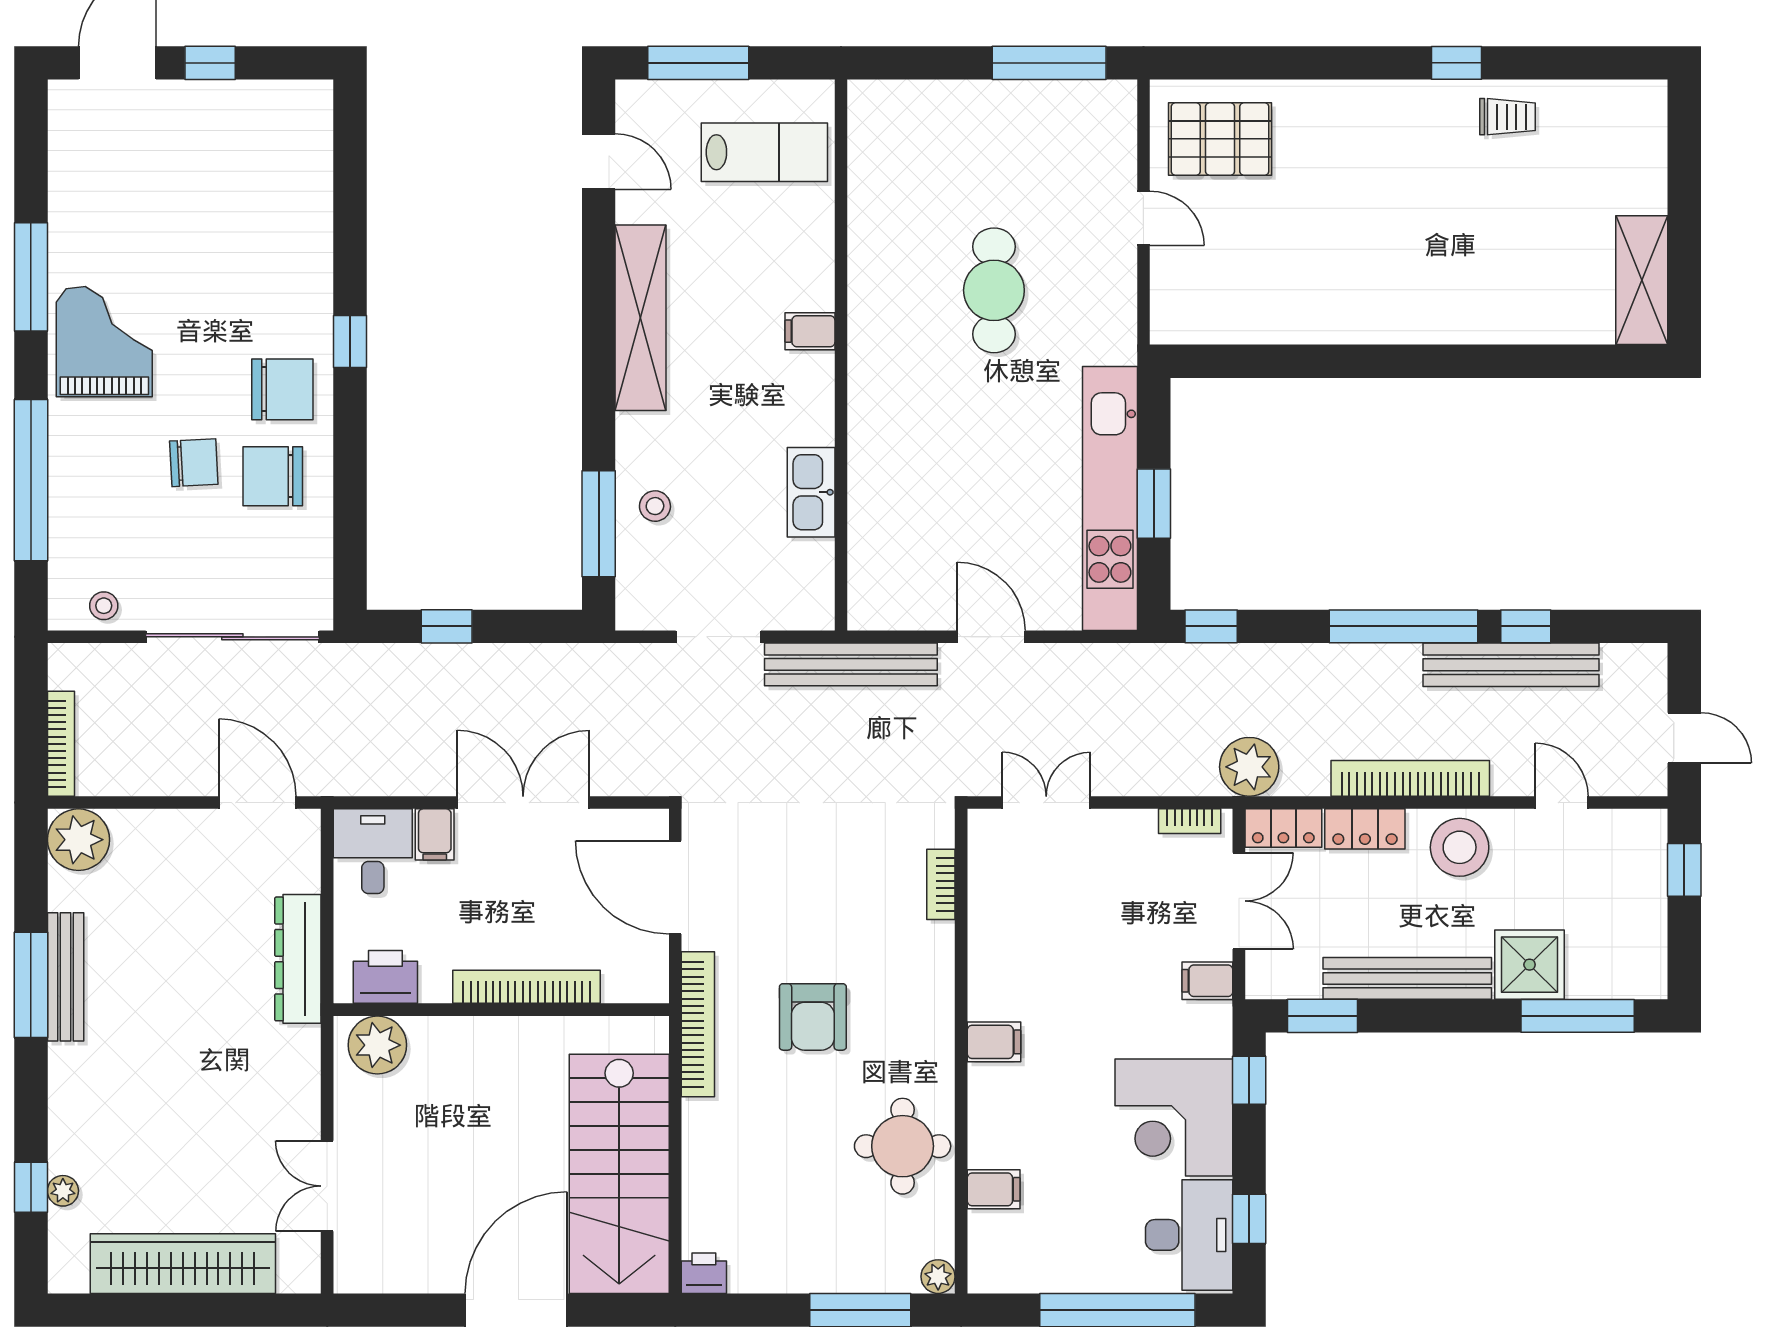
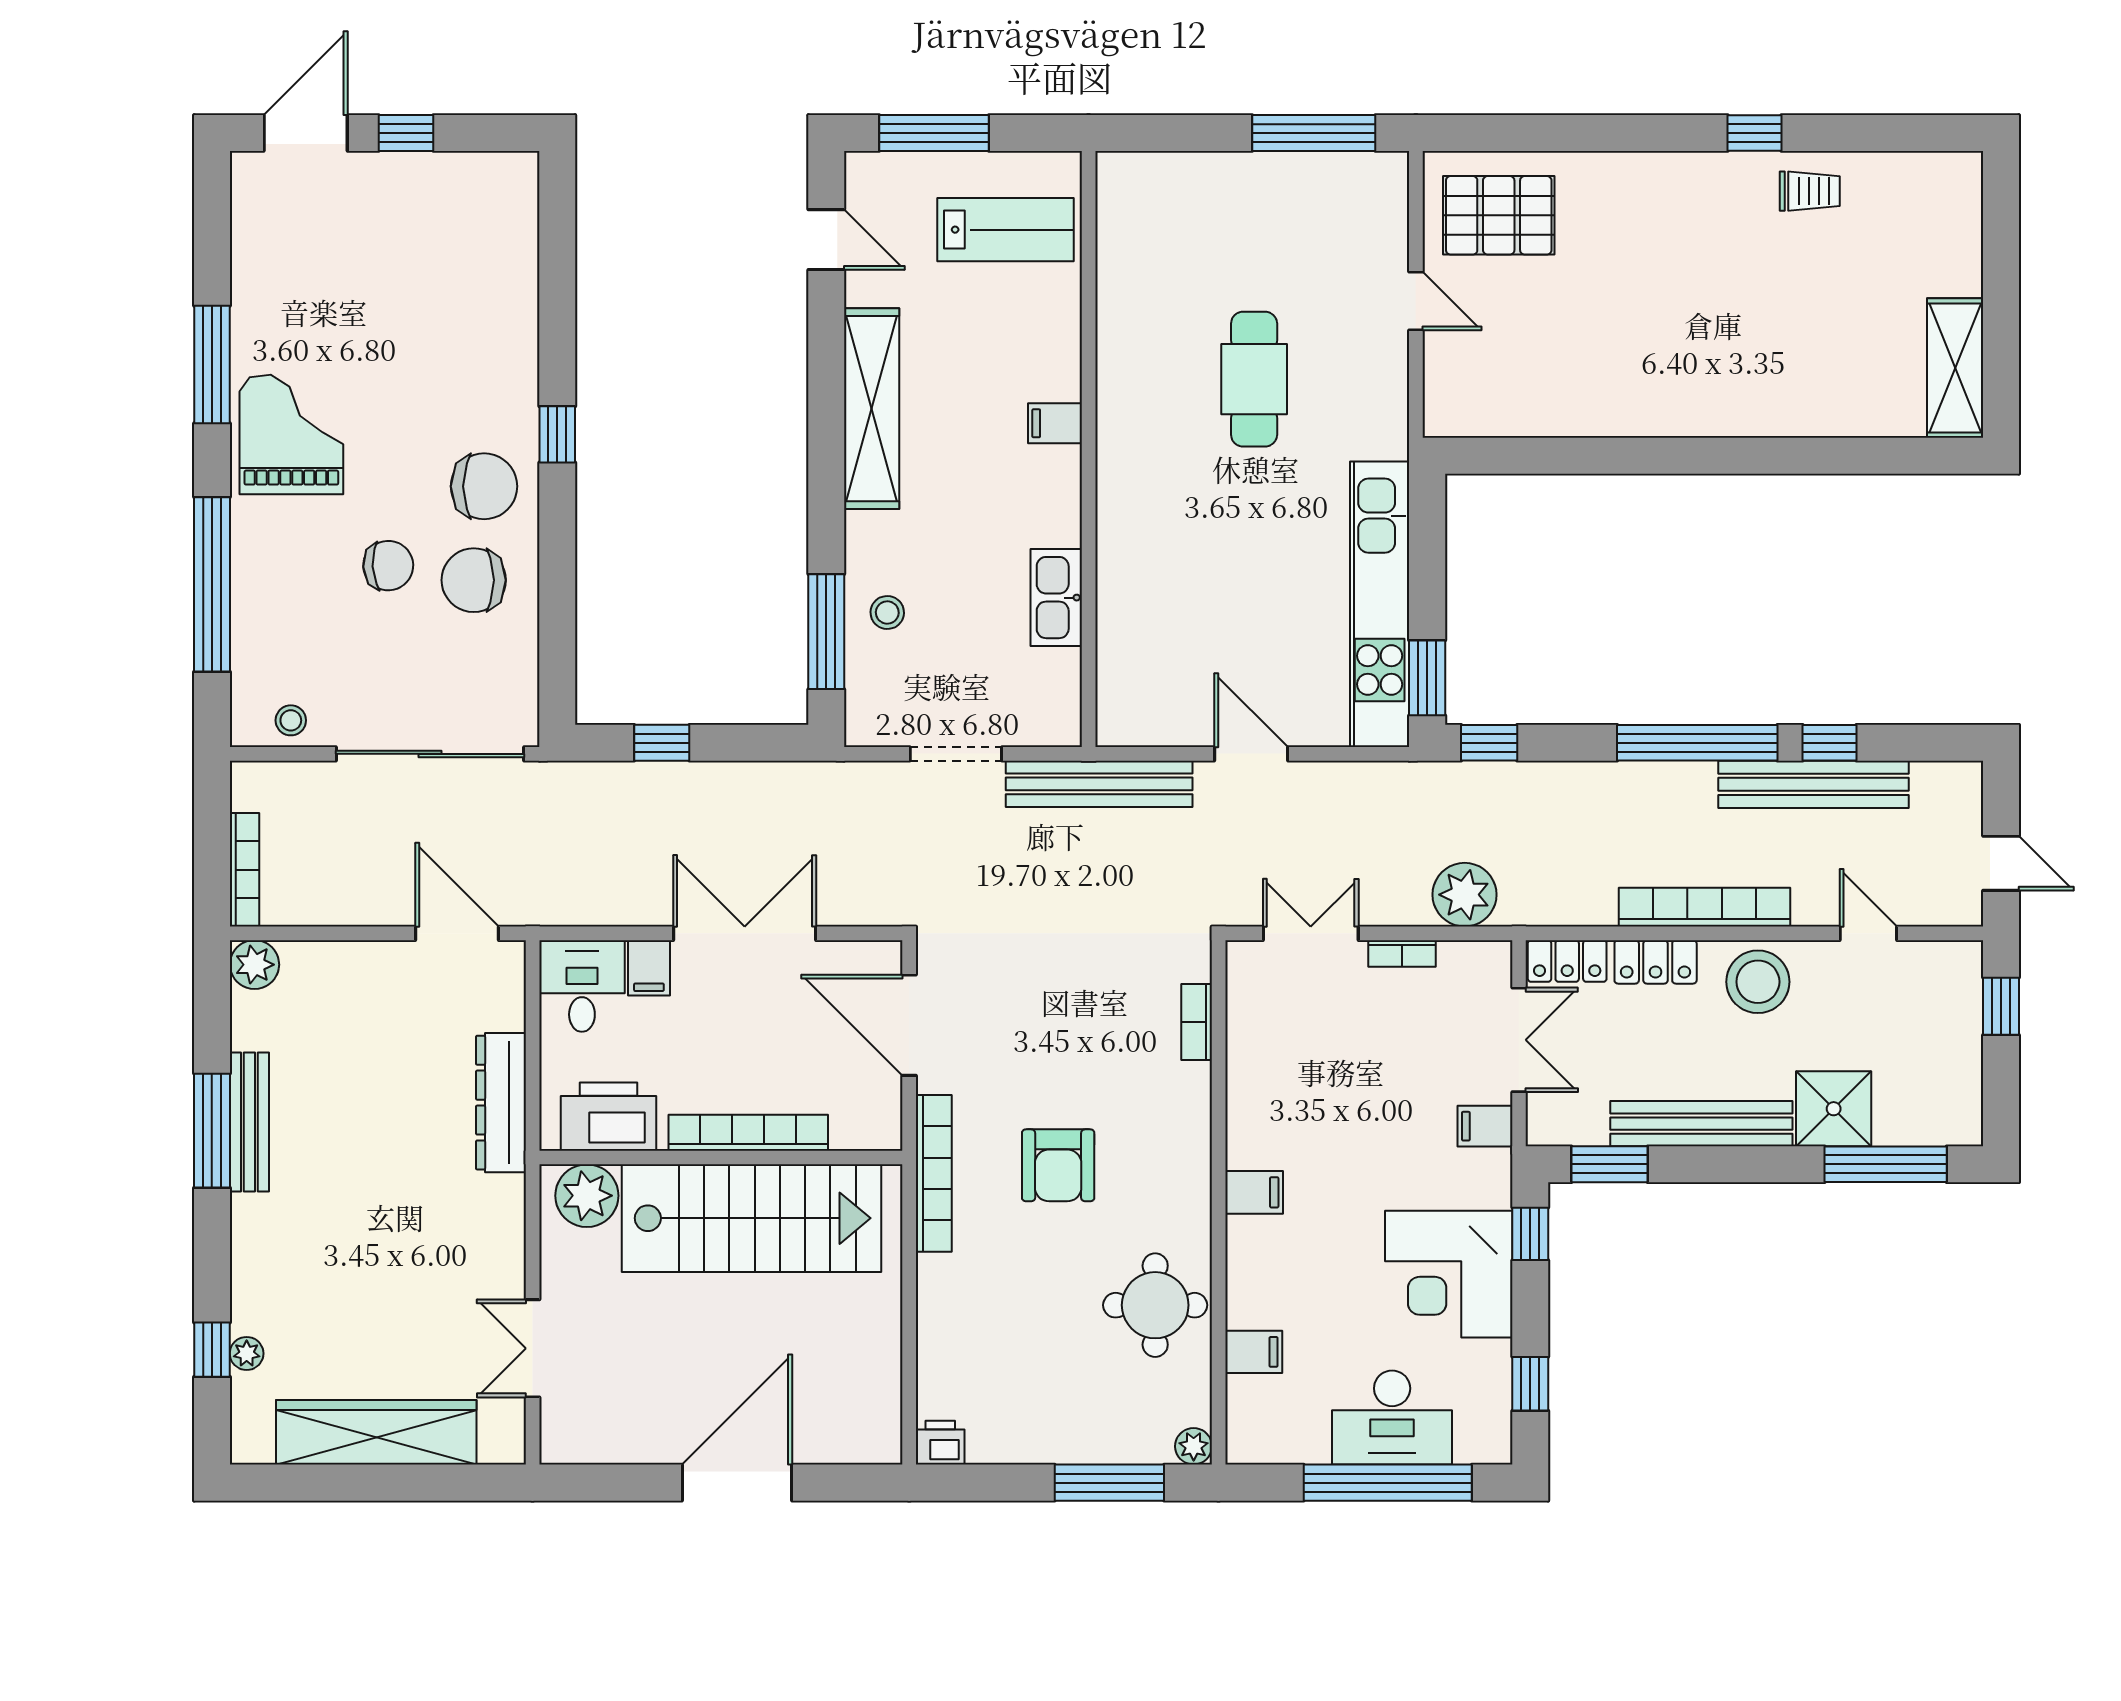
window: (1154, 504) -> (1427, 678), moved
plant: (1249, 767) -> (1465, 895), moved
bookcase: (1190, 821) -> (1402, 953), moved
plant: (78, 840) -> (254, 965), width x0.73, depth x0.73
printer: (385, 977) -> (609, 1117), width x1.37, depth x1.19
stairs: (619, 1174) -> (751, 1218), moved, turned -90
desk: (1189, 1235) -> (1392, 1418), moved, turned 90

